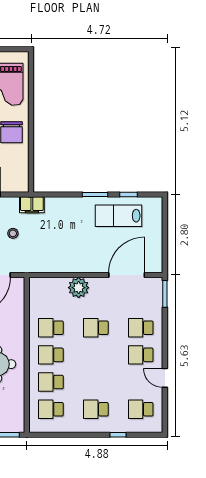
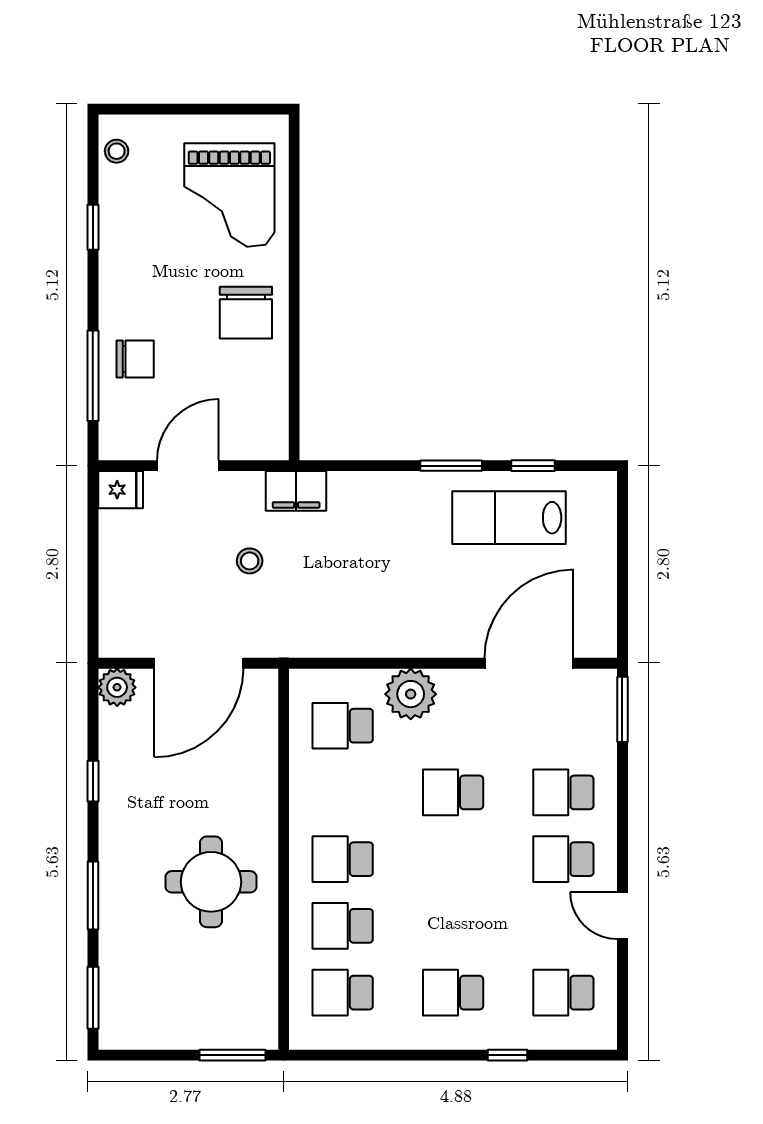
school desk: (51, 328) -> (343, 726), moved

